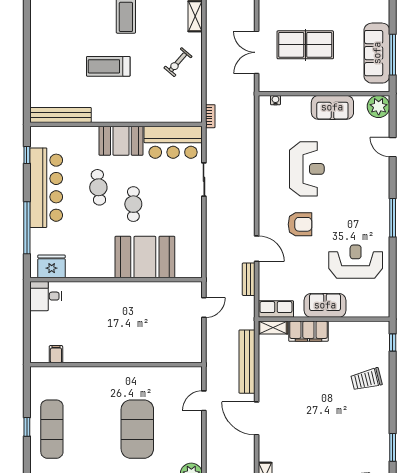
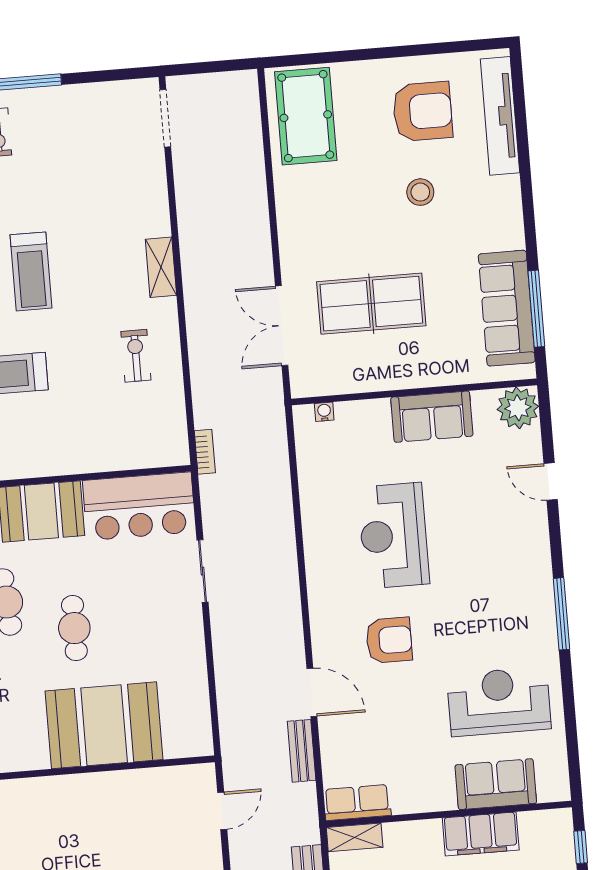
exercise bike: (178, 62) -> (136, 356), turned 139
reception desk: (307, 169) -> (394, 536), turned 180
sofa: (325, 305) -> (496, 784), moved
filing cabinet: (308, 331) -> (481, 834), moved

